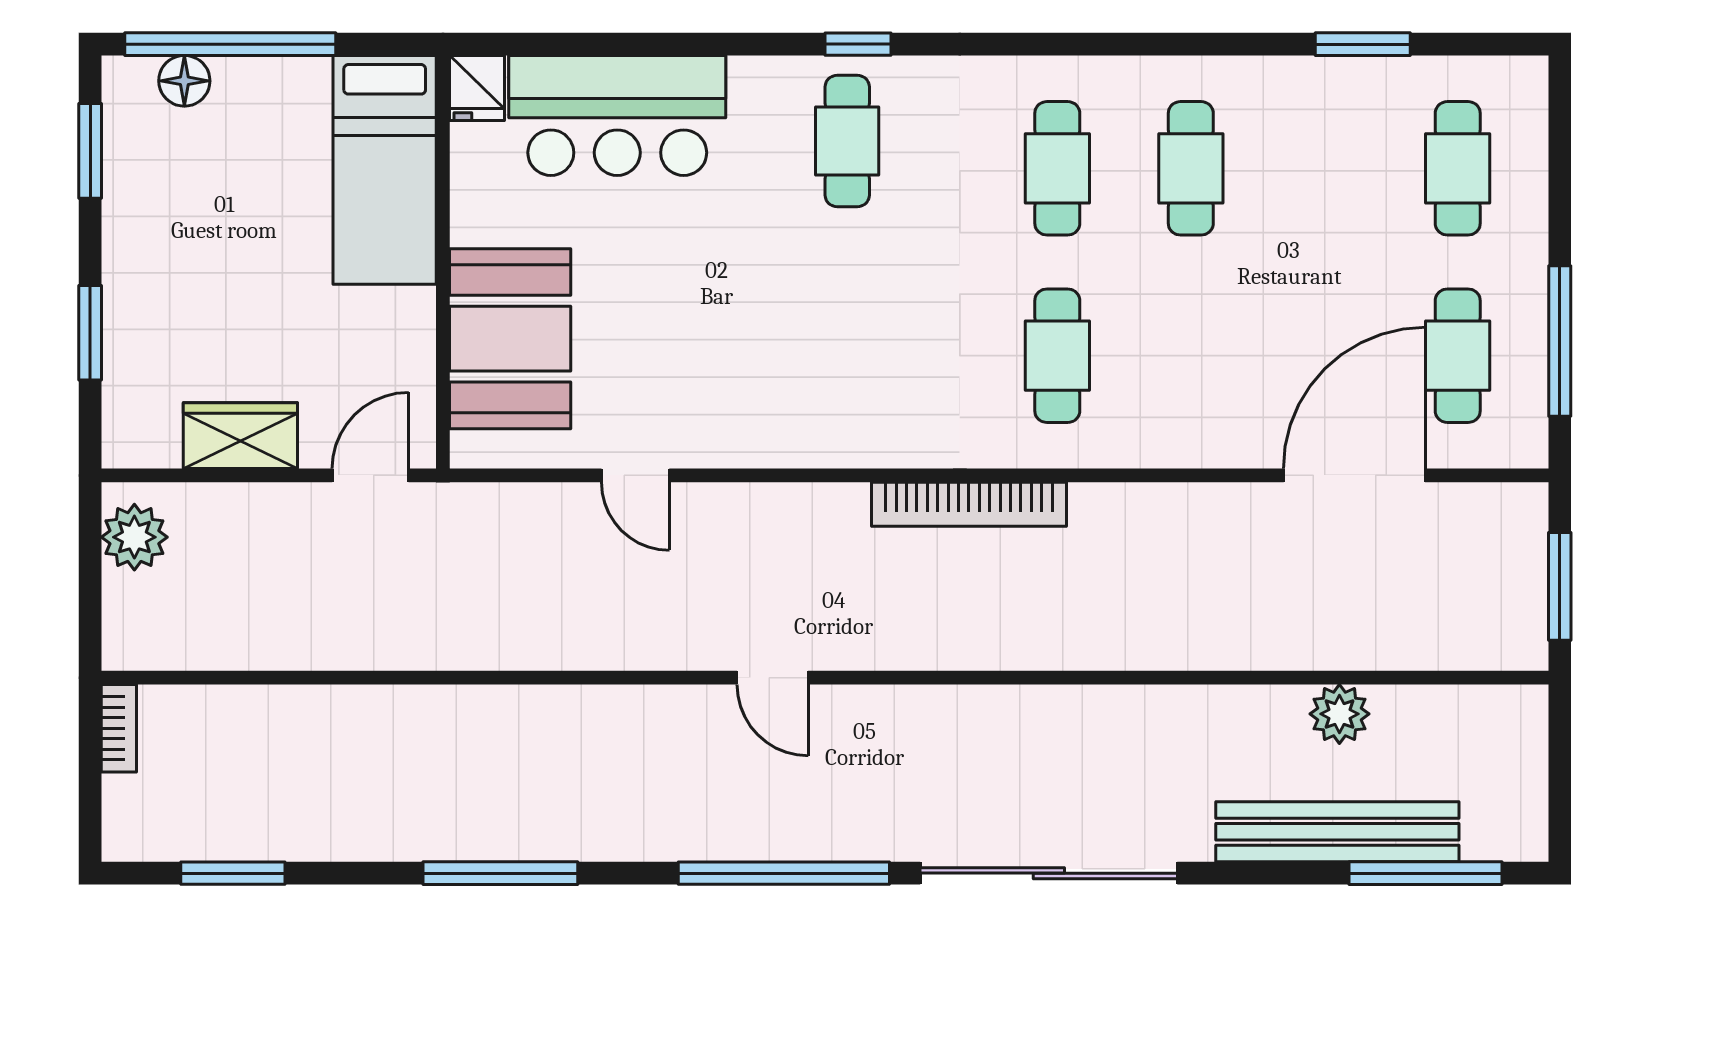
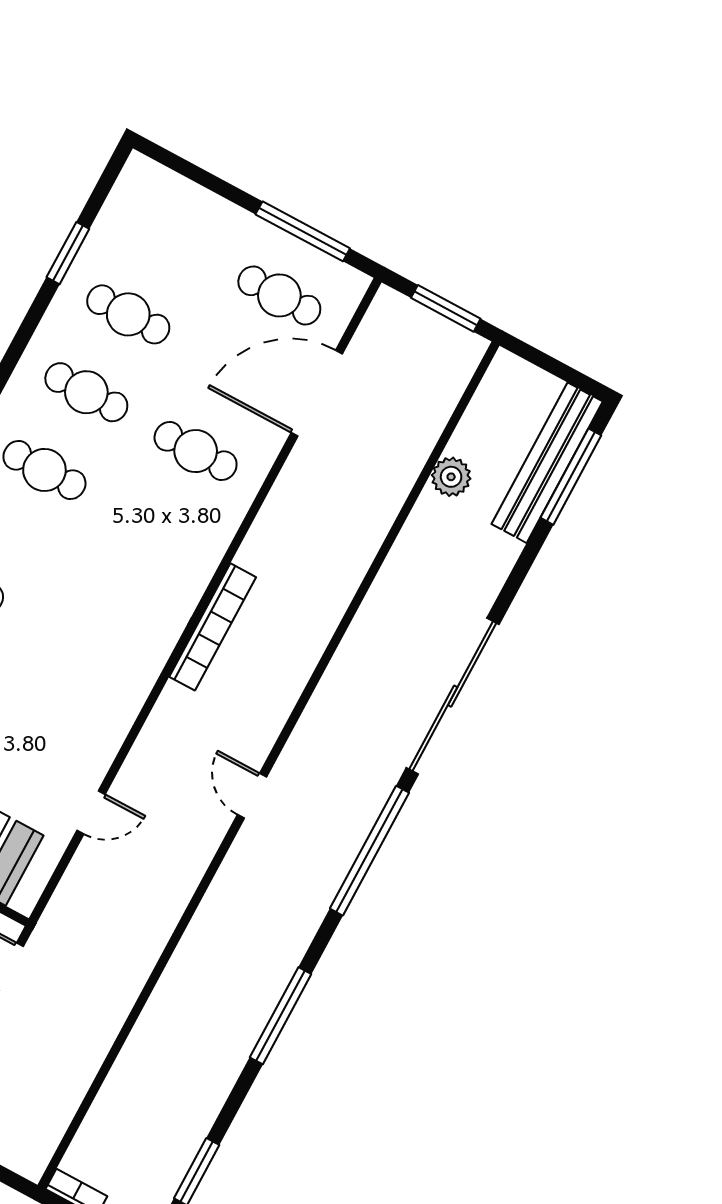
cafe table: (1458, 168) -> (128, 314), moved
cafe table: (1057, 356) -> (196, 451), moved
door: (1354, 475) -> (317, 393), hinge flipped
door: (772, 678) -> (252, 796), swing flipped
bench: (1337, 832) -> (547, 463), moved

